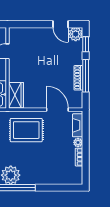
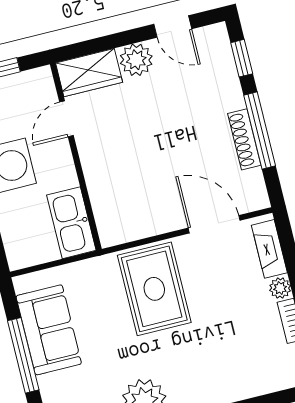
plant: (76, 34) -> (136, 60), moved
wardrobe: (16, 95) -> (89, 73), moved, turned 90
rug: (26, 130) -> (154, 289), turned 90

